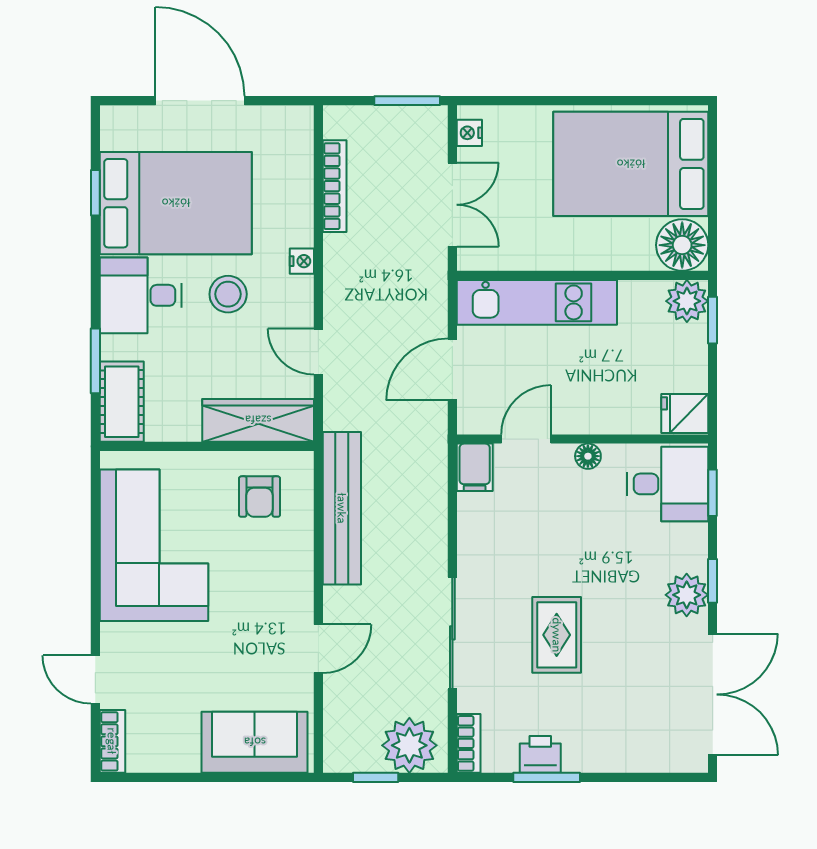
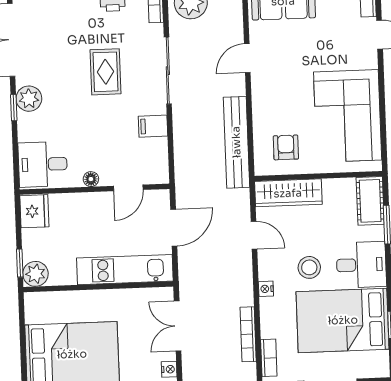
bookcase: (302, 145) -> (269, 358), added
floor lamp: (682, 245) -> (40, 307), removed
fridge: (685, 414) -> (34, 211), width x1.38
filing cabinet: (475, 467) -> (153, 126), moved, turned -90
window: (713, 493) -> (16, 160), removed

